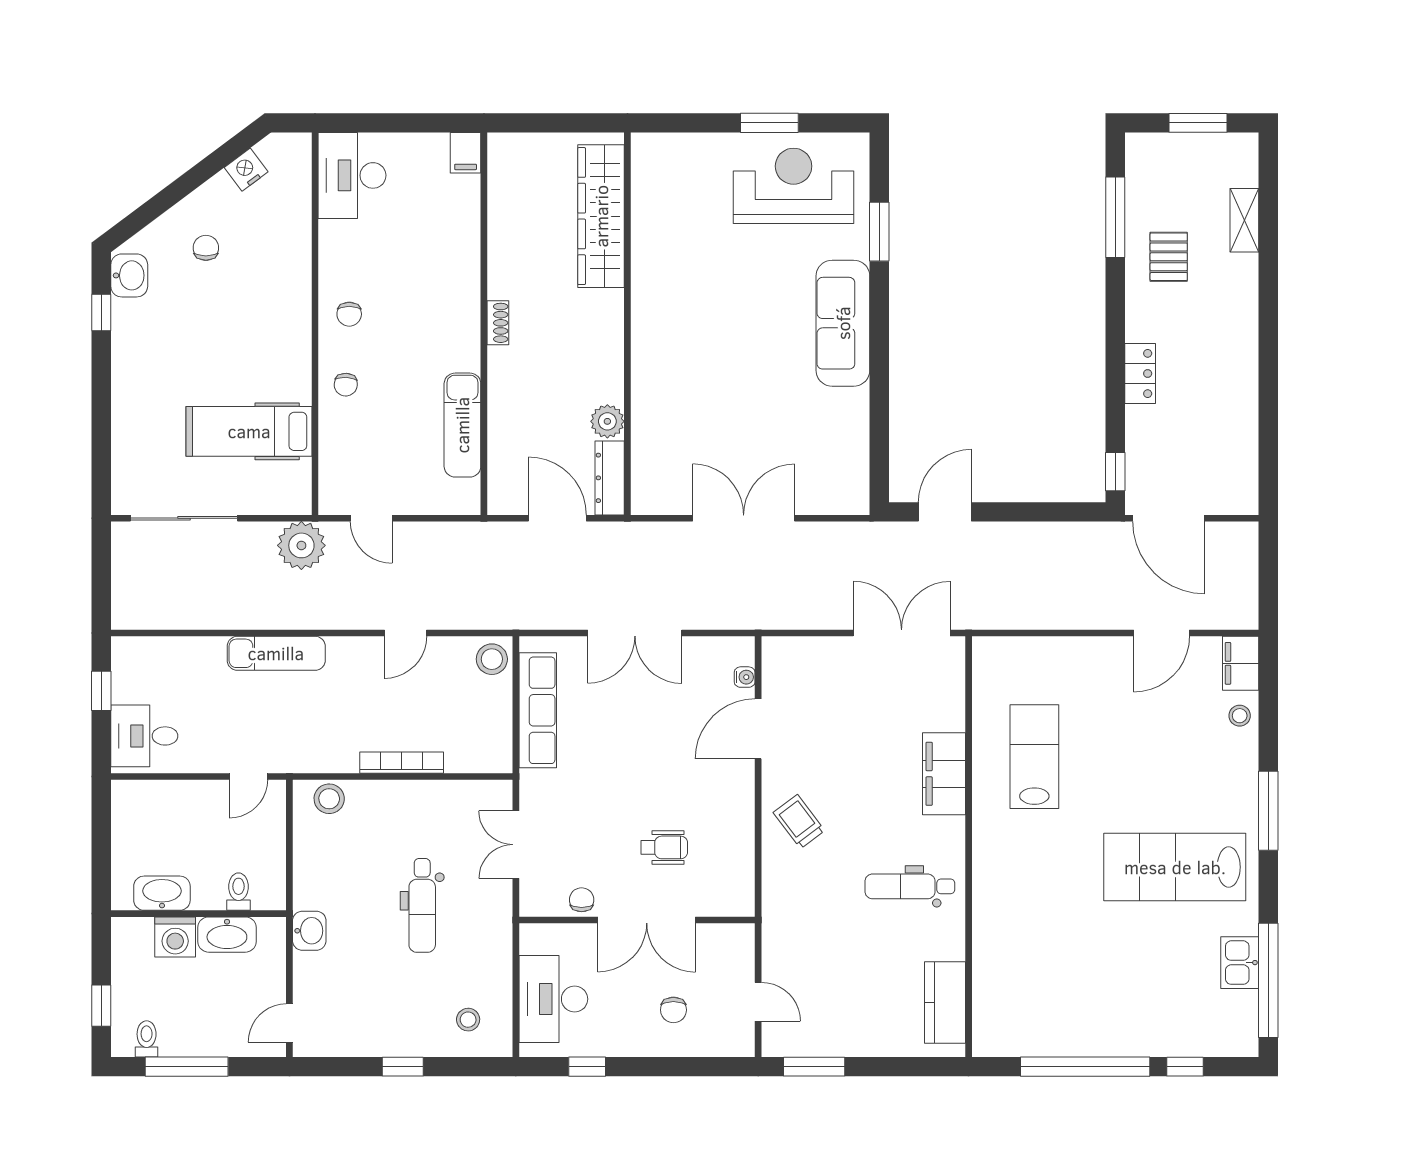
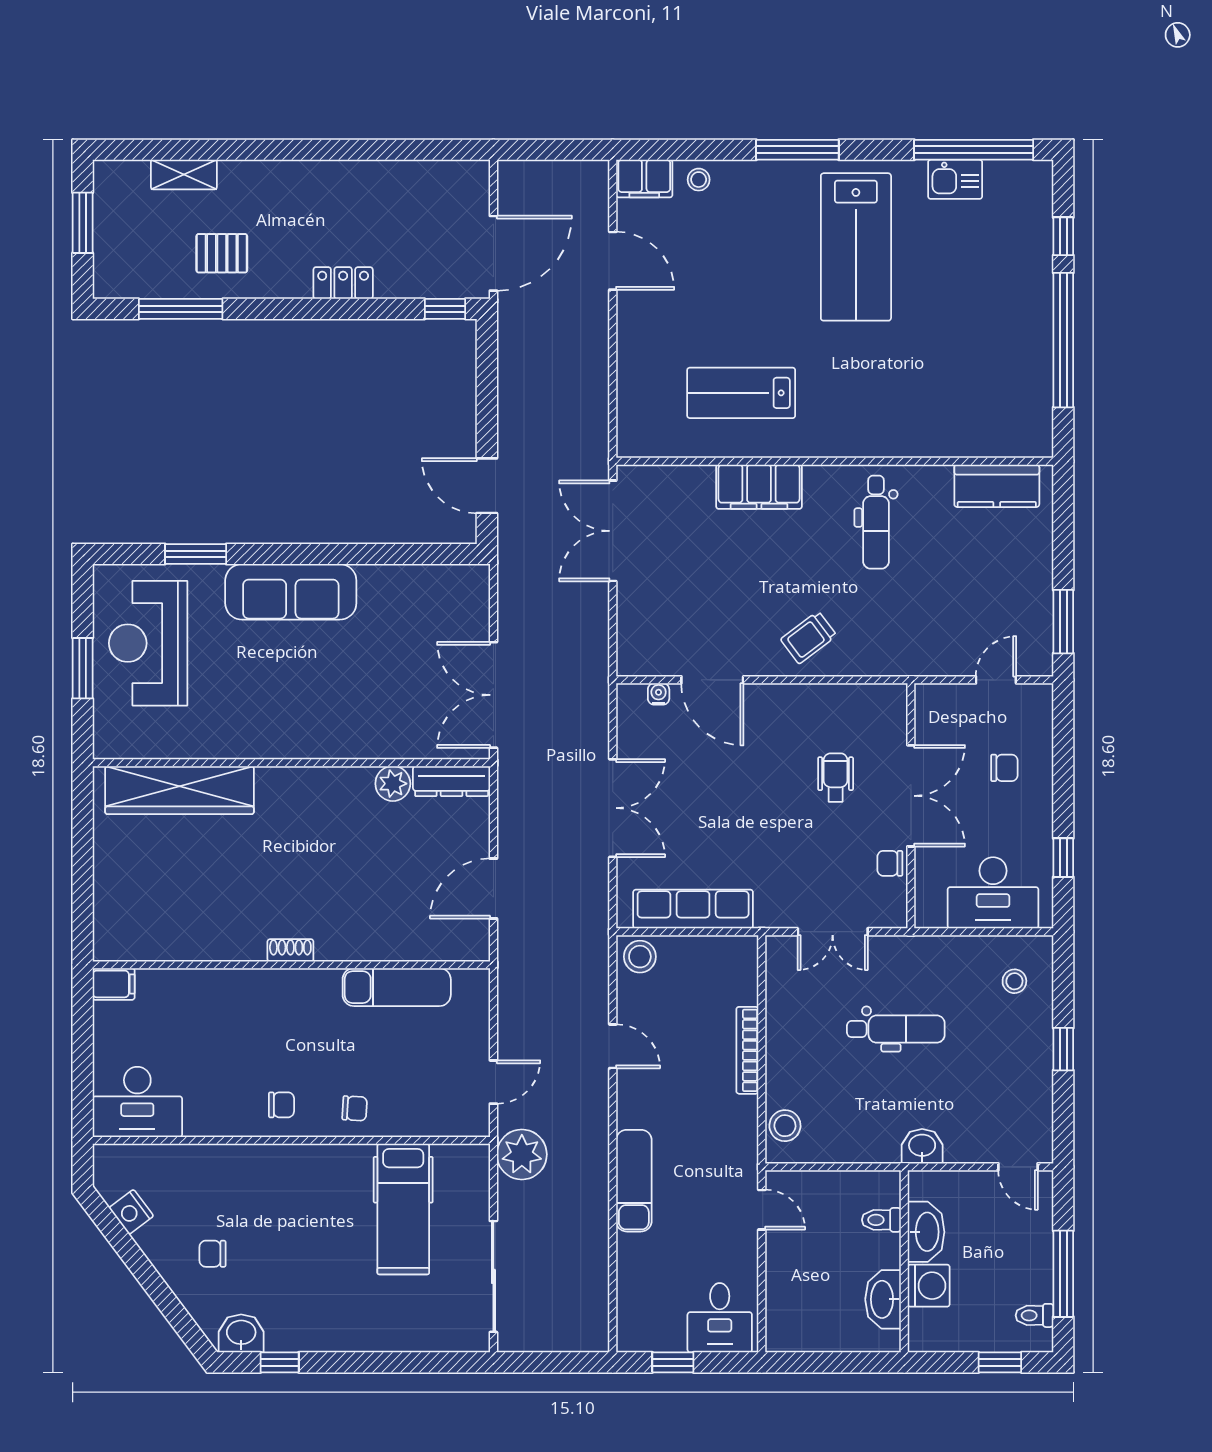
wardrobe: (601, 216) -> (180, 790), moved
wall: (627, 324) -> (291, 763), moved
plant: (607, 421) -> (393, 784), moved
dresser: (610, 478) -> (452, 781), moved

